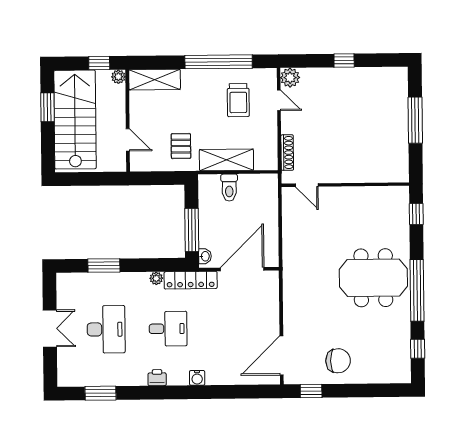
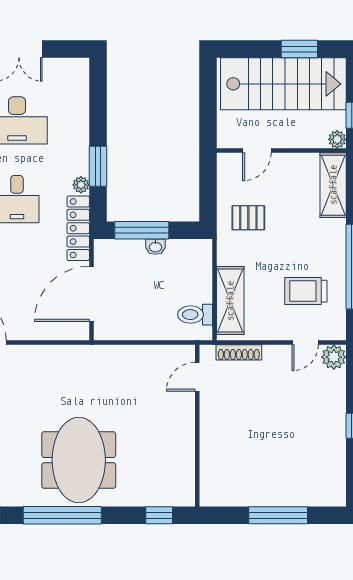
shelving: (226, 160) -> (230, 301), moved
toilet: (229, 188) -> (195, 315), moved
washbasin: (205, 256) -> (155, 247), moved
window: (104, 266) -> (98, 166), moved
door: (242, 269) -> (91, 294), swing flipped

